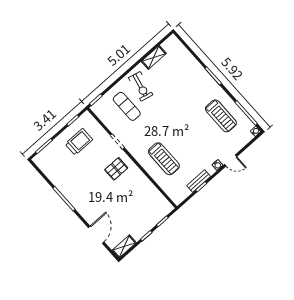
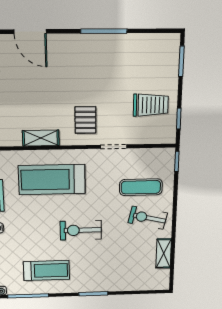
treadmill: (221, 116) -> (46, 270), turned 180
exercise bike: (180, 118) -> (81, 230), added
trolley: (79, 142) -> (151, 105), turned -90
treadmill: (164, 159) -> (52, 180), width x1.37, depth x1.38
shelving: (146, 184) -> (41, 138), added

